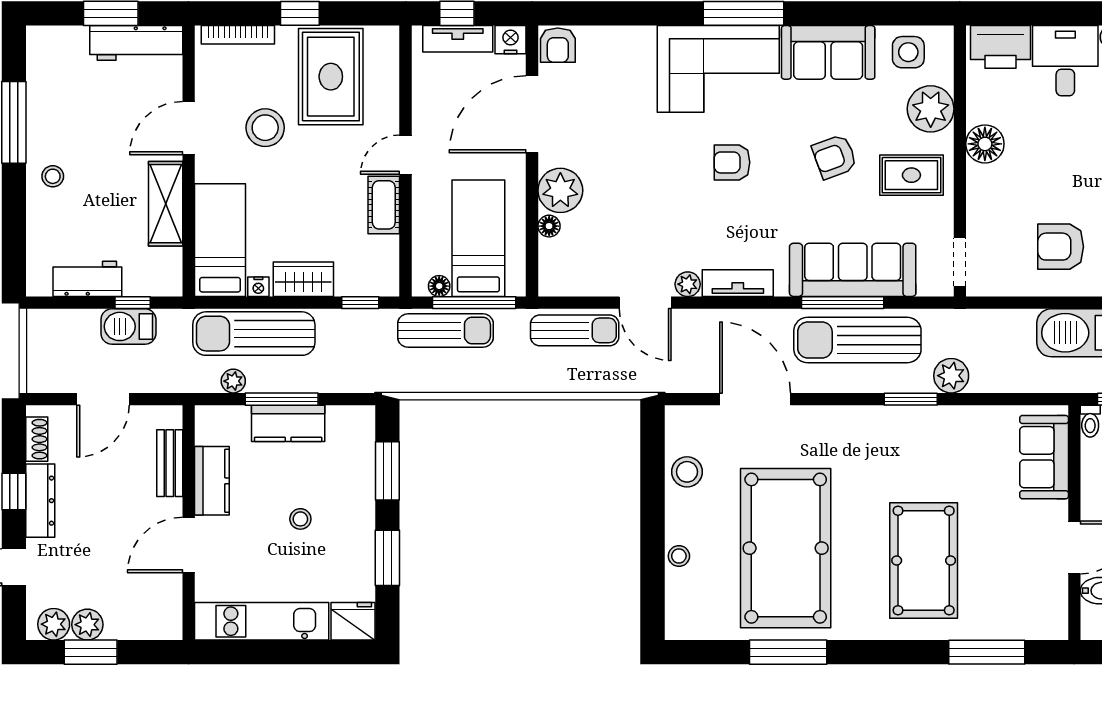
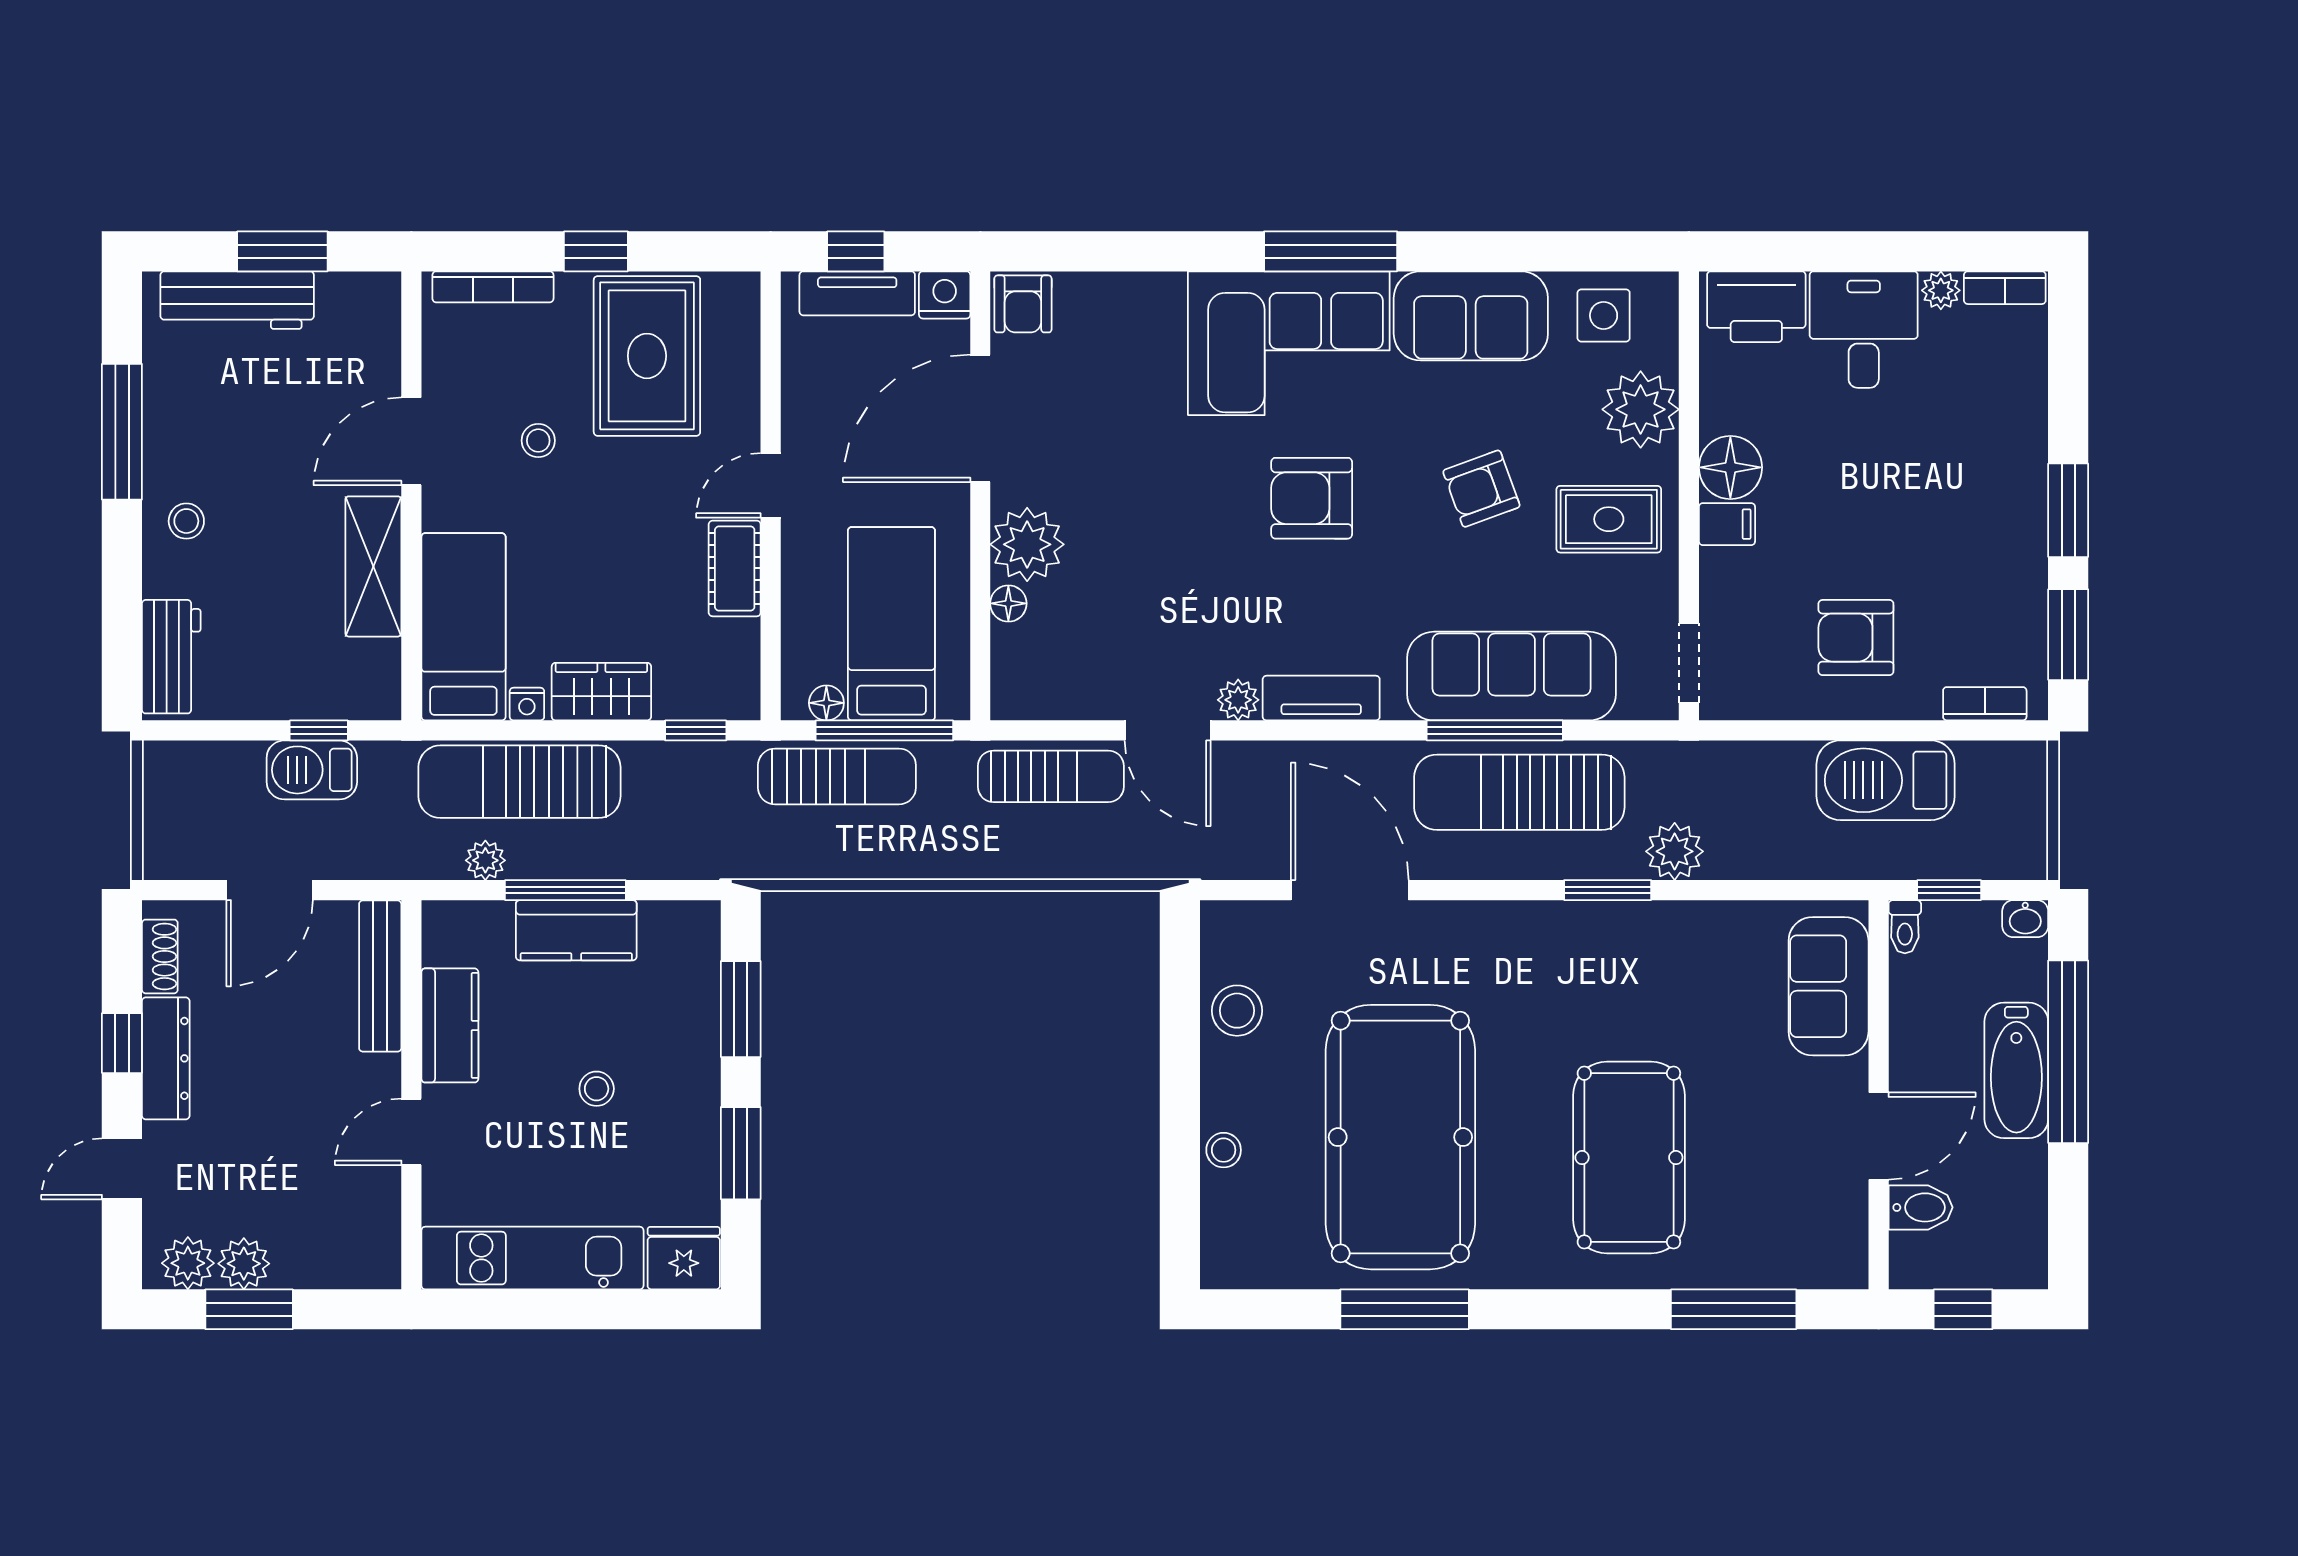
workbench: (136, 43) -> (237, 300), moved
stool: (265, 128) -> (538, 441), width x0.53, depth x0.53
armchair: (732, 162) -> (1312, 498), width x1.38, depth x1.38
filing cabinet: (983, 178) -> (1727, 524), added
workbench: (87, 279) -> (171, 657), moved, turned 90
bench: (170, 463) -> (380, 976), width x1.36
door: (189, 545) -> (411, 1132), width x0.73

